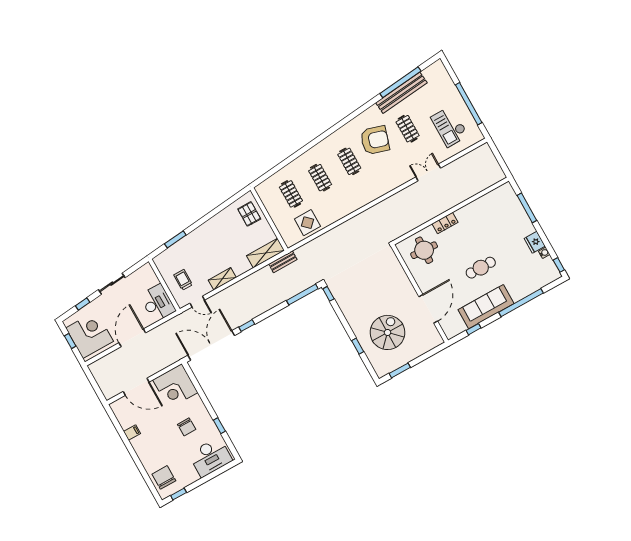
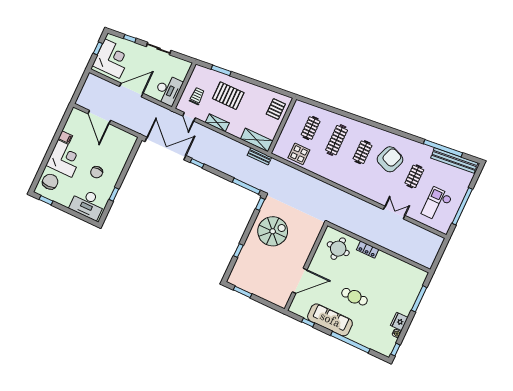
bench: (401, 93) -> (454, 160), moved
armchair: (375, 140) -> (390, 159), turned -86
clothes rail: (320, 178) -> (337, 140), width x1.36
pallet: (204, 250) -> (228, 96), added
spiral stairs: (387, 332) -> (273, 231), moved
corner desk: (175, 386) -> (65, 158), moved, turned 180

